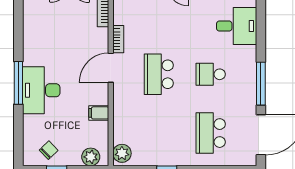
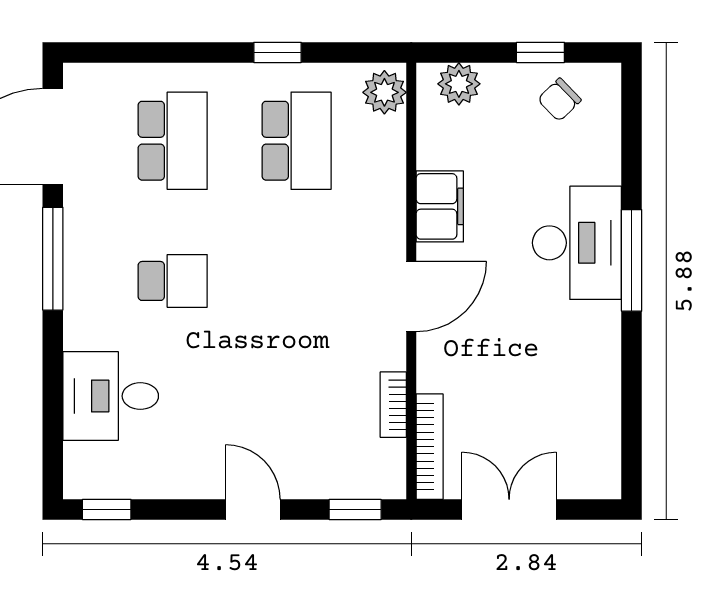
bookcase: (118, 39) -> (393, 405), moved
school desk: (159, 74) -> (297, 141), moved
filing cabinet: (99, 113) -> (440, 206), width x2.00

